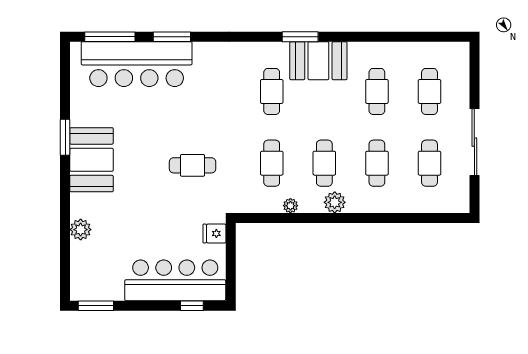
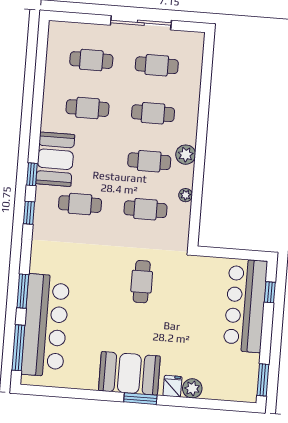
window: (258, 37) -> (29, 213), added
window: (300, 37) -> (32, 174), width x0.67
window: (65, 137) -> (140, 399), moved
fridge: (214, 233) -> (172, 386), moved, turned 180

